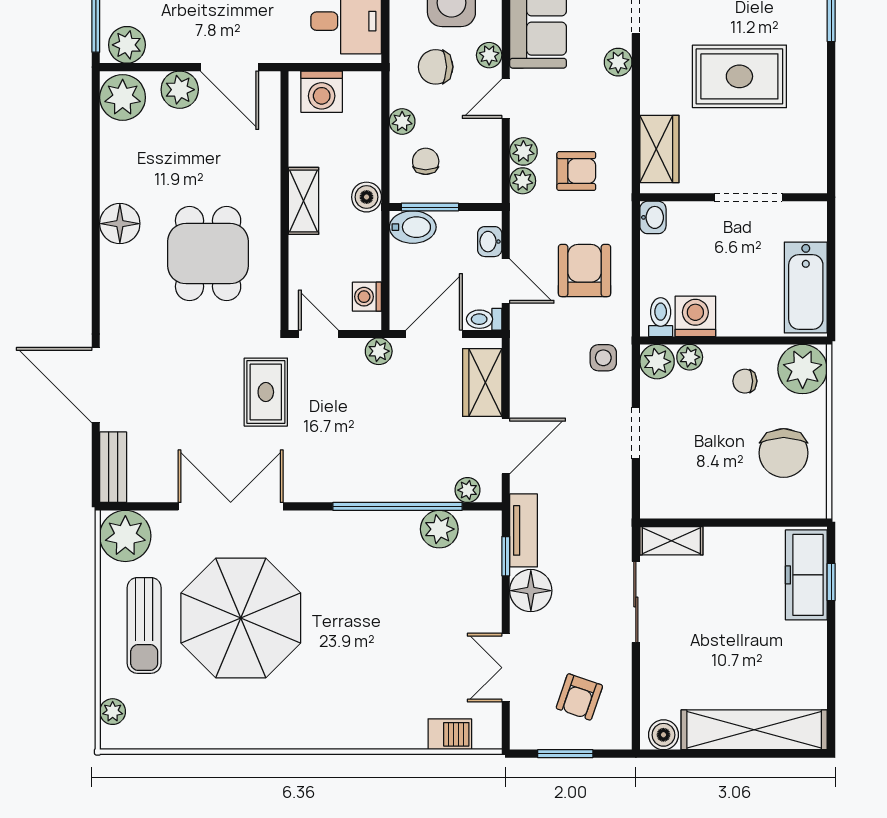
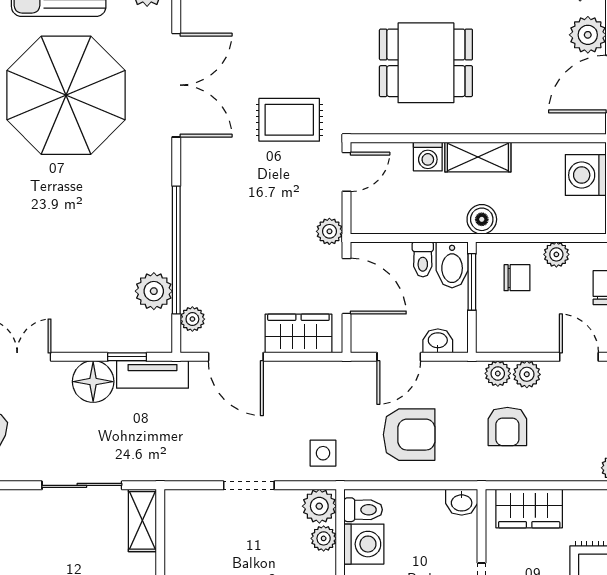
washing machine: (367, 297) -> (428, 157), moved, turned 180
toilet: (484, 319) -> (423, 259), moved, turned 180

